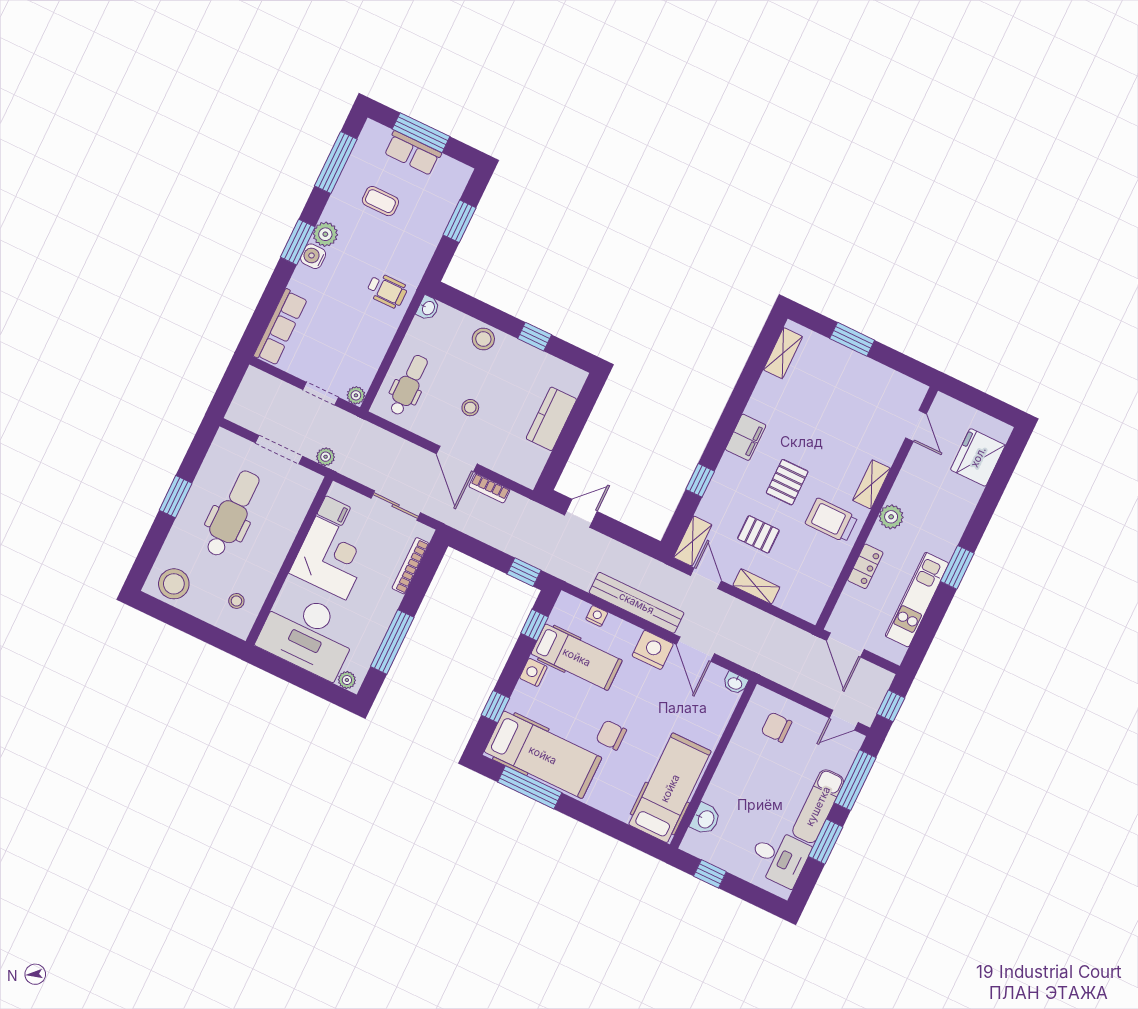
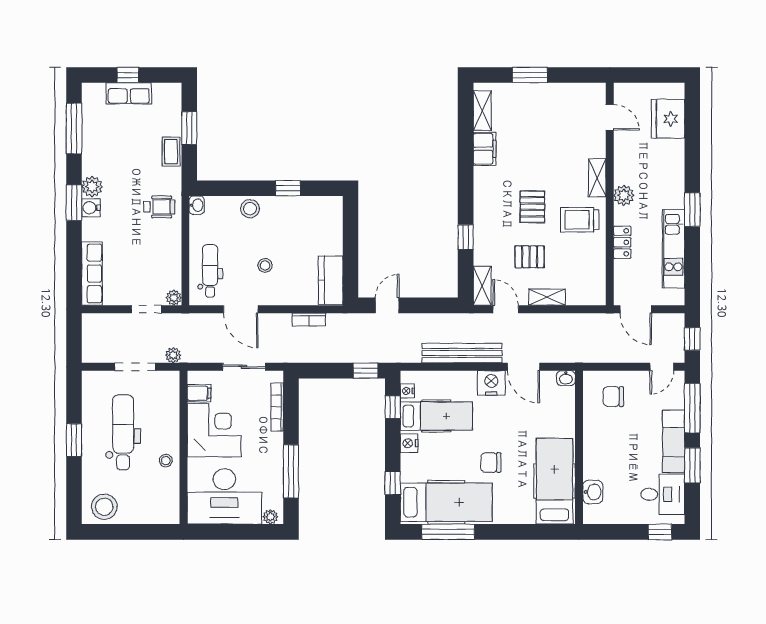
window: (421, 133) -> (128, 75), width x0.46
coffee table: (380, 201) -> (171, 152), moved, turned 90
kitchen counter: (551, 419) -> (331, 280), moved
filing cabinet: (746, 437) -> (485, 149), moved
door: (457, 459) -> (241, 309), moved
stool: (236, 601) -> (166, 461), moved
nightstand: (597, 616) -> (407, 391), moved, turned -90
window: (710, 874) -> (660, 532), moved

